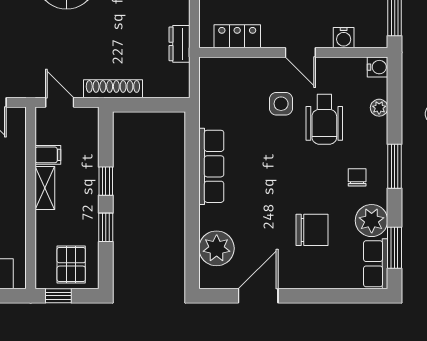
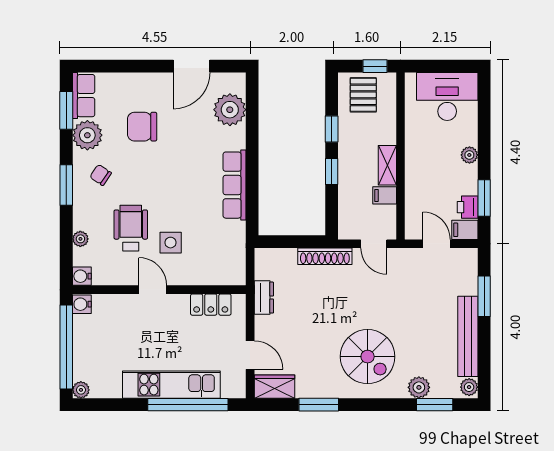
water cooler: (344, 38) -> (82, 304), moved, turned -90
chair: (357, 177) -> (101, 175), turned 124

